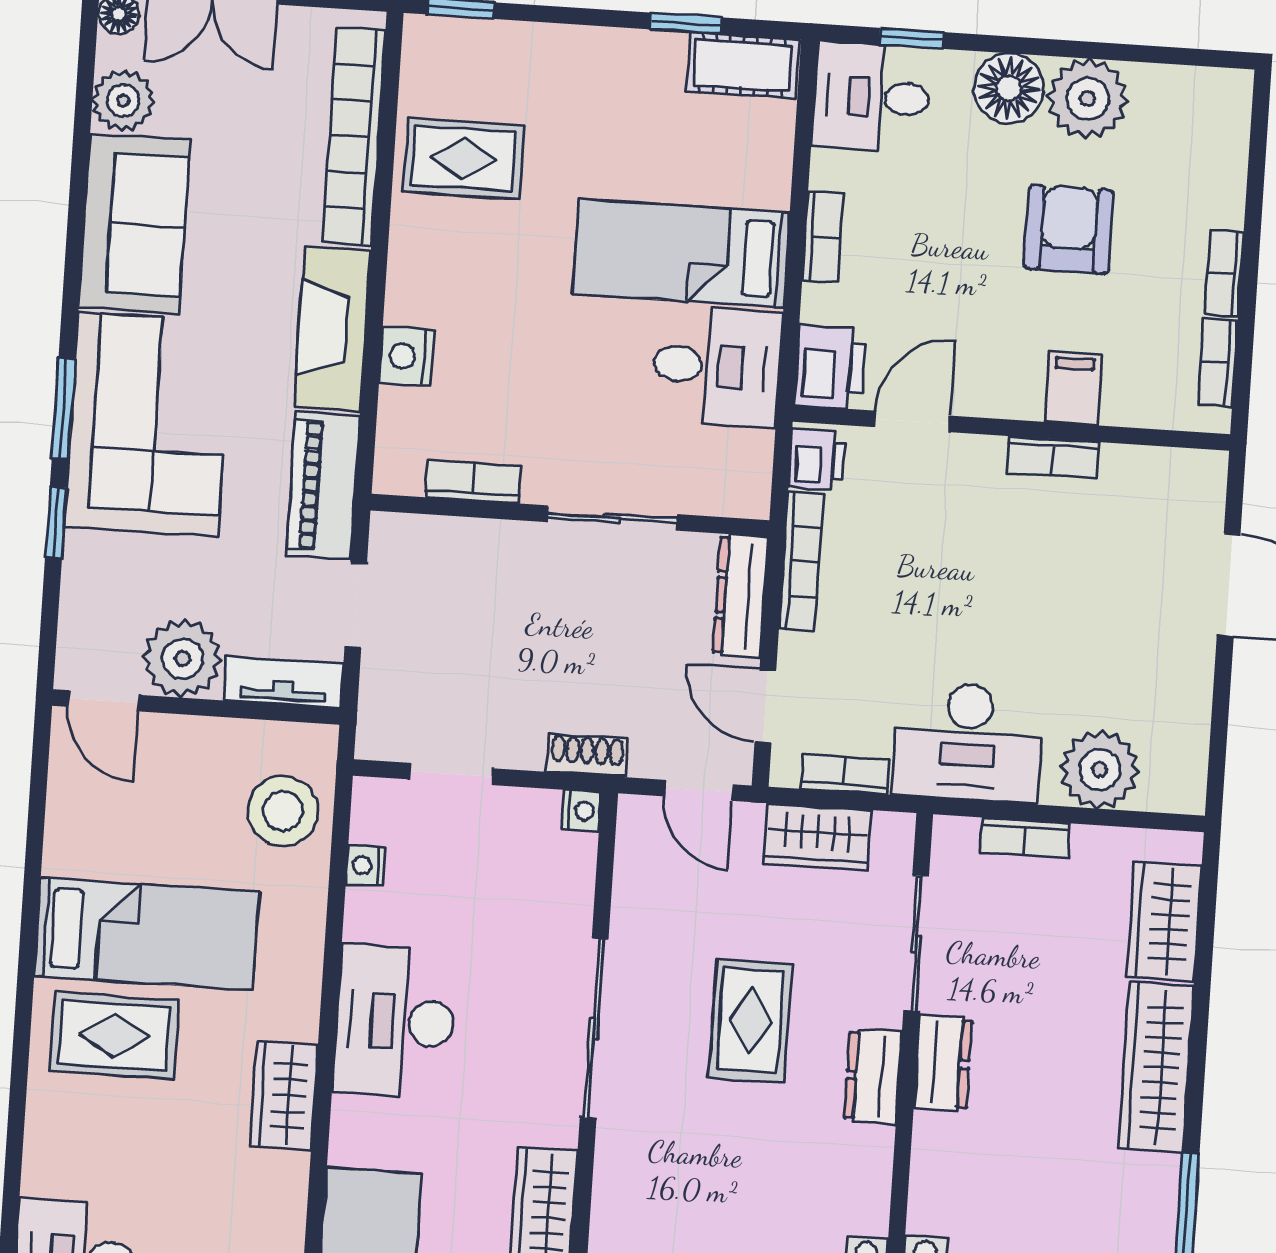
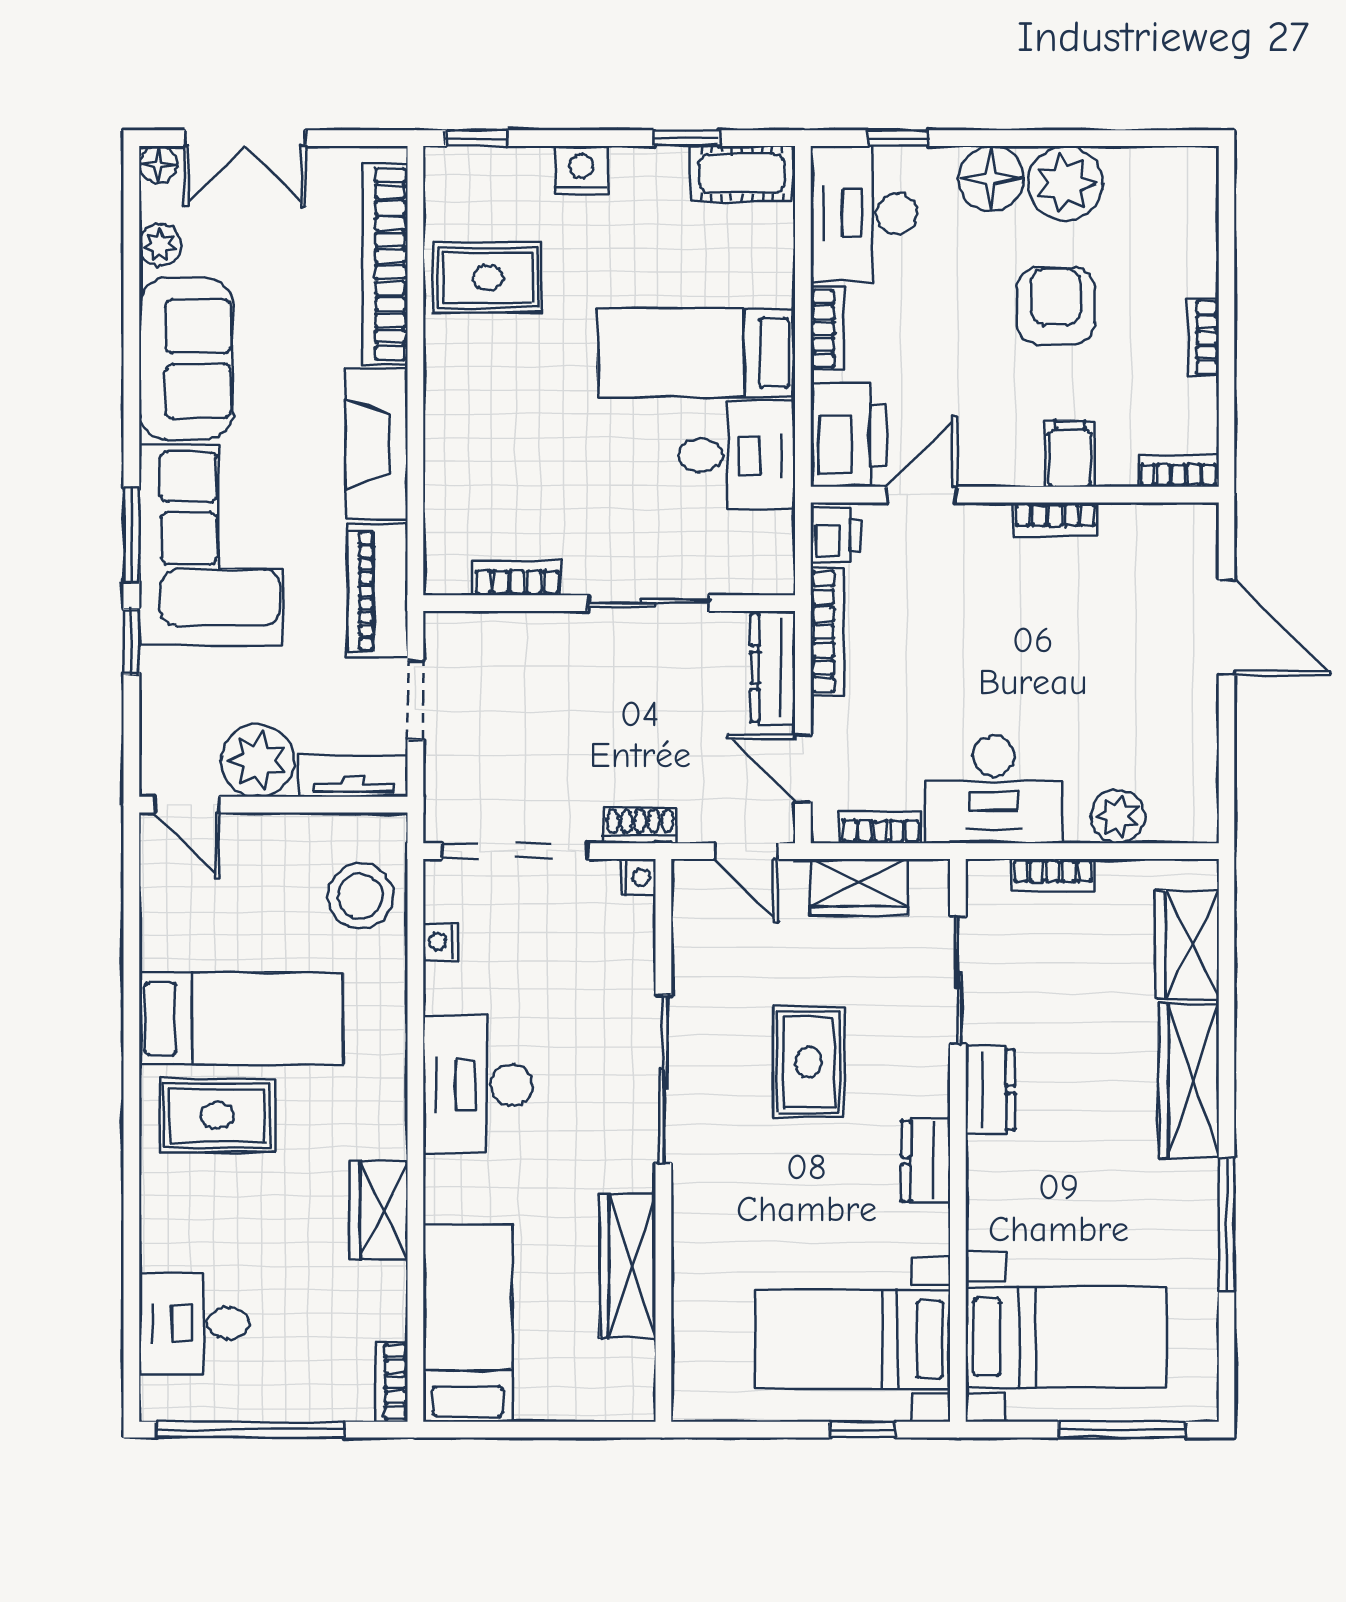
desk: (871, 97) -> (864, 214), width x1.37
plant: (123, 101) -> (160, 245), width x0.73, depth x0.73
nightstand: (407, 356) -> (581, 170), moved, turned 90
bookcase: (1218, 363) -> (1179, 471), moved, turned 90
printer: (830, 367) -> (848, 435), width x1.37, depth x1.19
plant: (1100, 770) -> (1118, 817), width x0.73, depth x0.73
doorway: (452, 774) -> (515, 851), width x1.88
dresser: (873, 1076) -> (926, 1161), moved
wardrobe: (284, 1095) -> (379, 1210), moved

